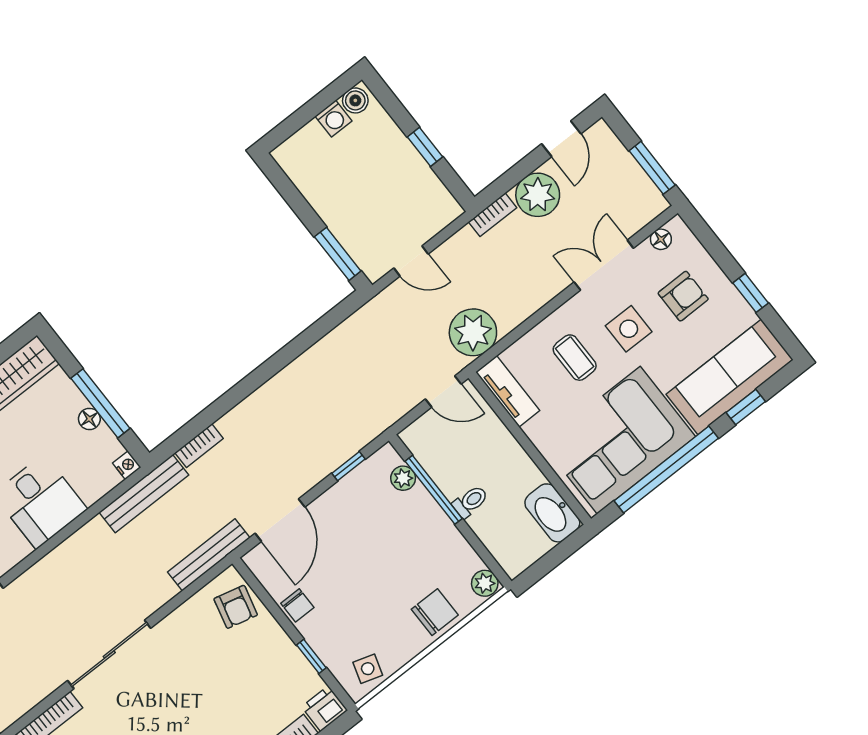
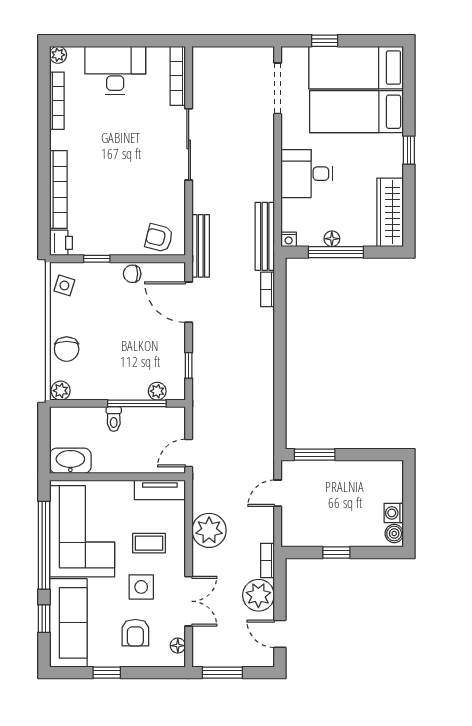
plant: (473, 332) -> (209, 530), moved

